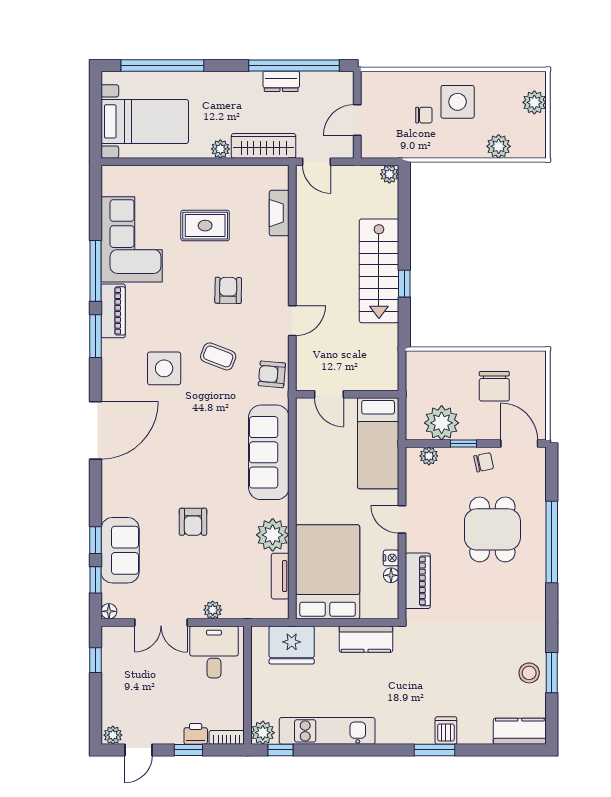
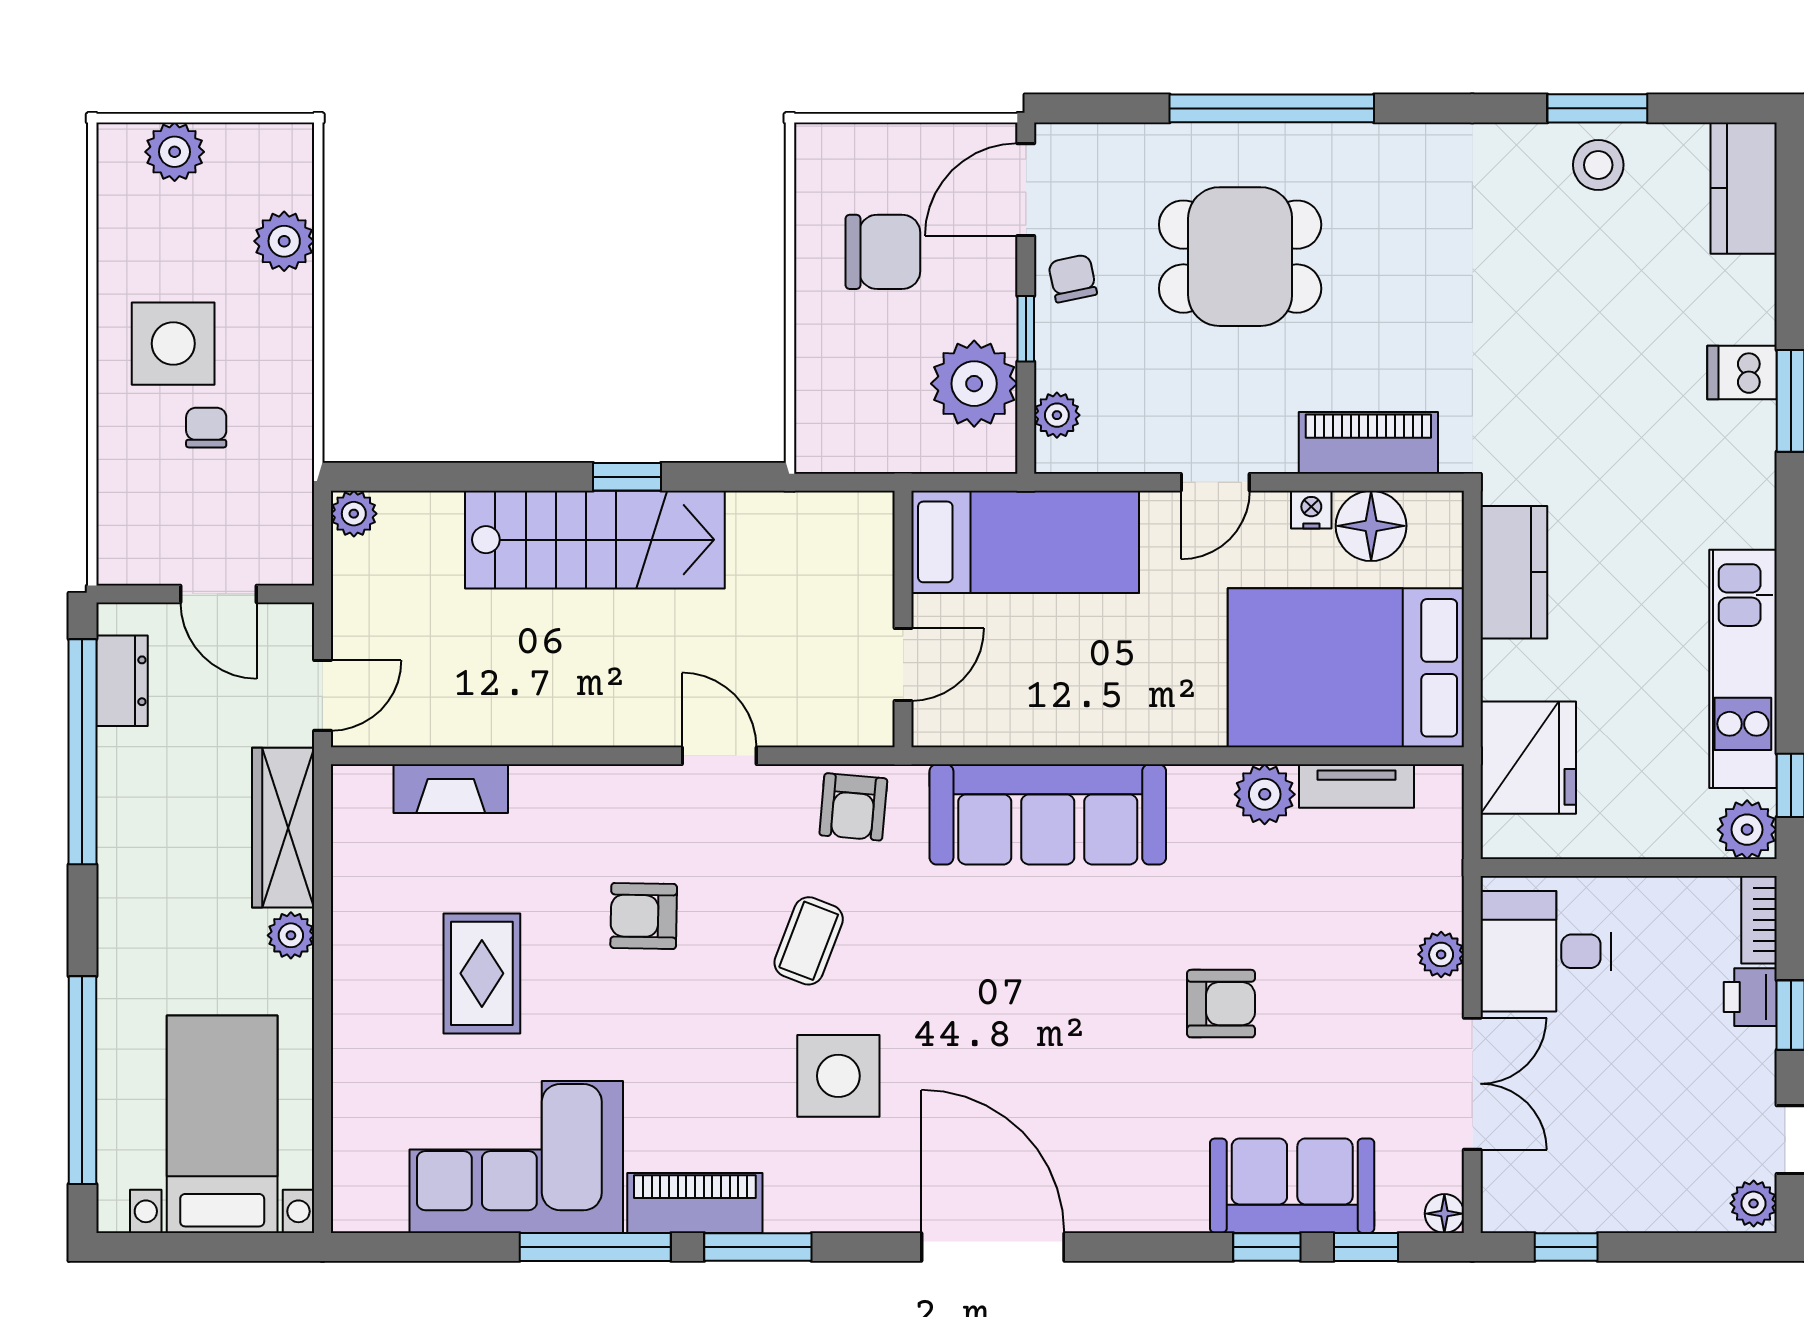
dresser: (281, 81) -> (122, 681), moved
plant: (273, 535) -> (1265, 794), width x0.73, depth x0.73
floor lamp: (391, 575) -> (1371, 526), width x1.89, depth x1.89

